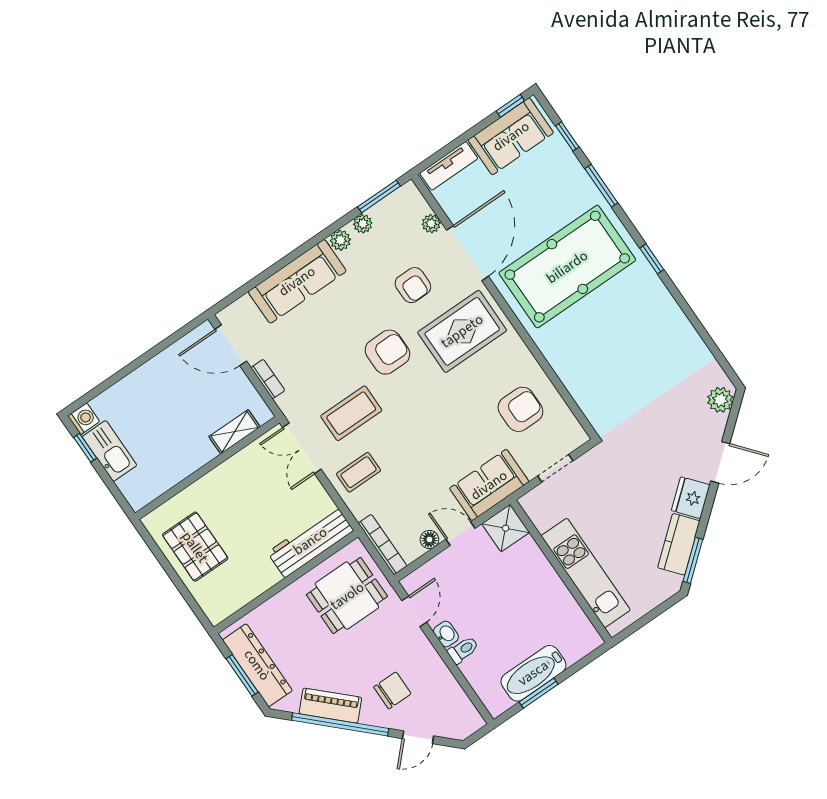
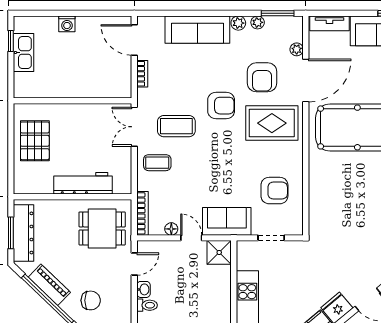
armchair: (413, 285) -> (262, 77), width x1.38, depth x1.38
washing machine: (84, 419) -> (67, 24), moved, turned 90
shelving: (235, 432) -> (102, 91), removed
workbench: (310, 541) -> (83, 183), moved

